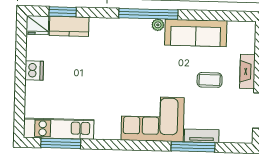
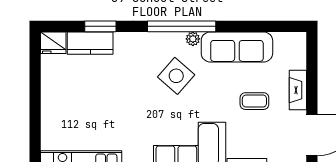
window: (63, 12) -> (100, 26), moved
side table: (143, 56) -> (176, 76), added
dishwasher: (34, 70) -> (51, 95), removed

